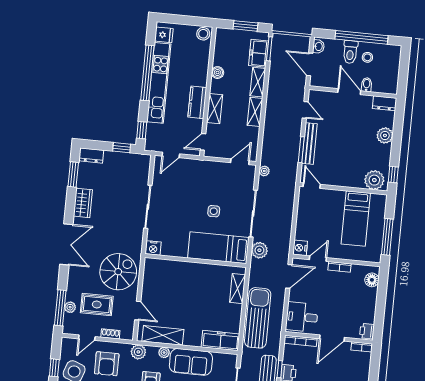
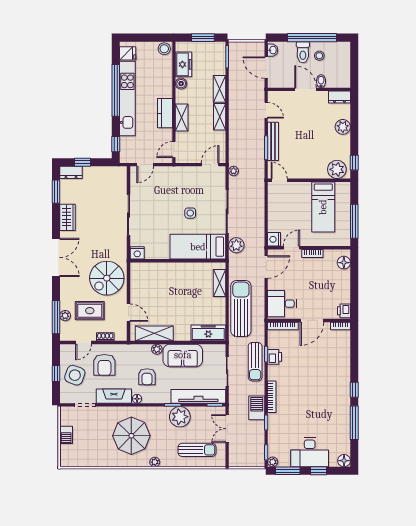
freezer: (259, 53) -> (184, 64), moved, turned 180
window: (122, 148) -> (83, 162), moved
spiral stairs: (118, 272) -> (107, 278), turned 180
plant: (138, 352) -> (133, 351), removed

